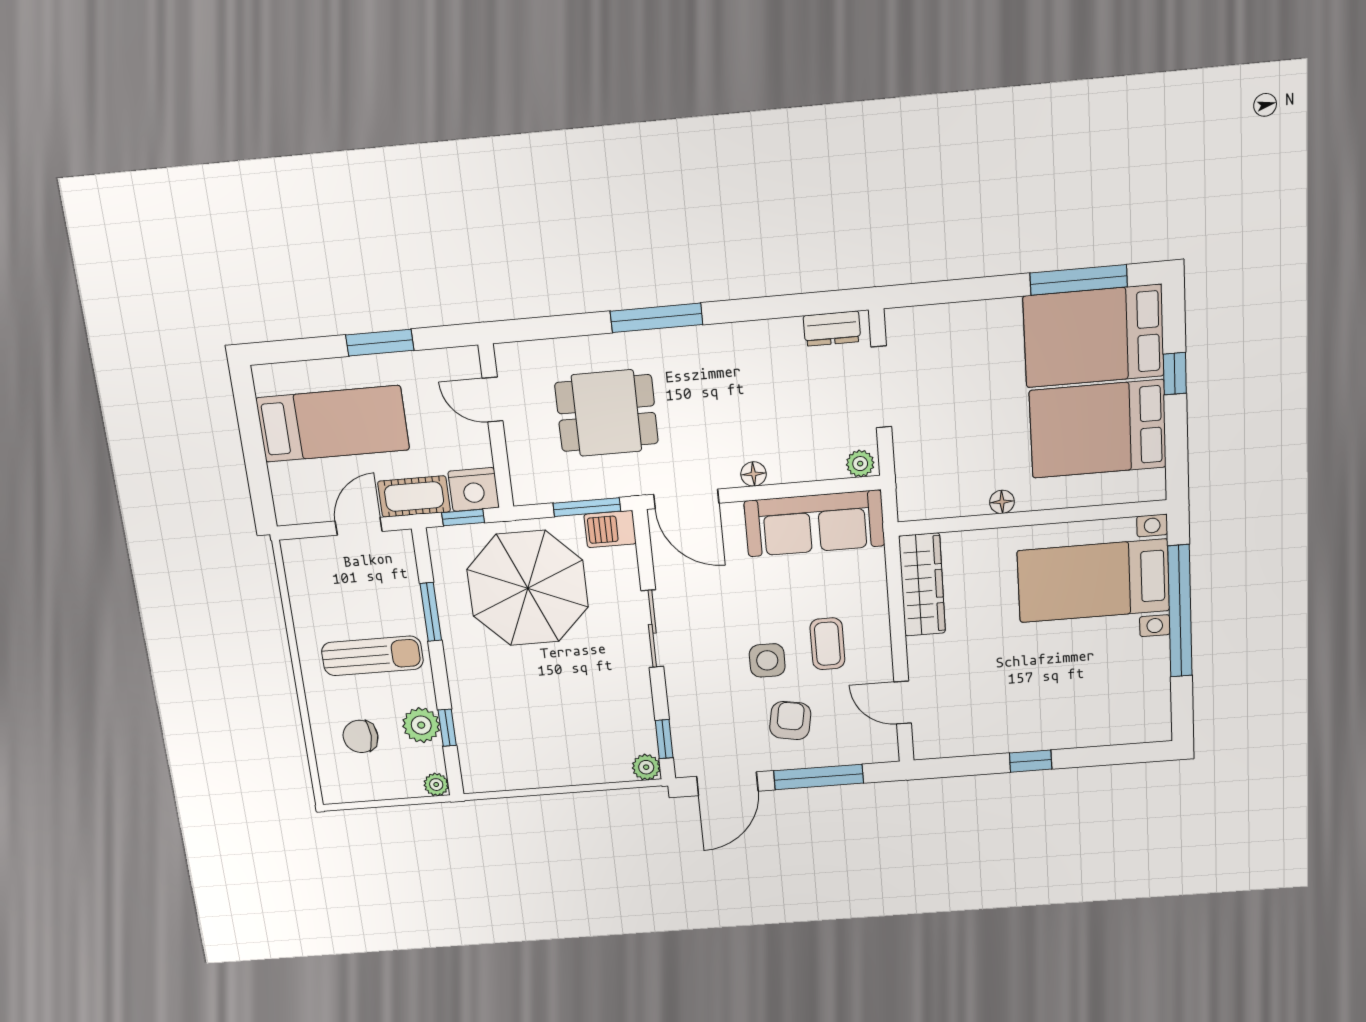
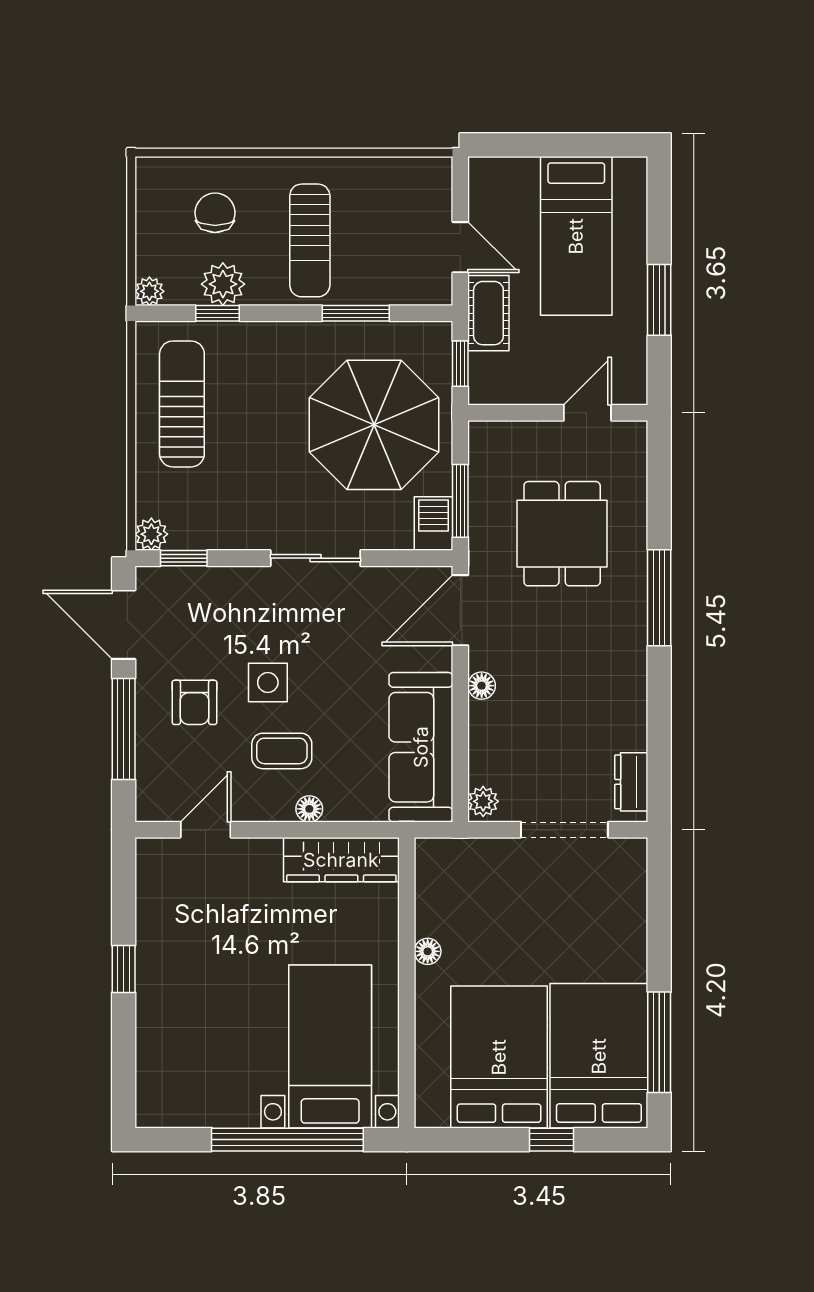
nightstand: (474, 489) -> (491, 379), removed
floor lamp: (878, 616) -> (309, 809), added
armchair: (790, 720) -> (194, 702), turned 80
sun lounger: (530, 751) -> (182, 404), added

